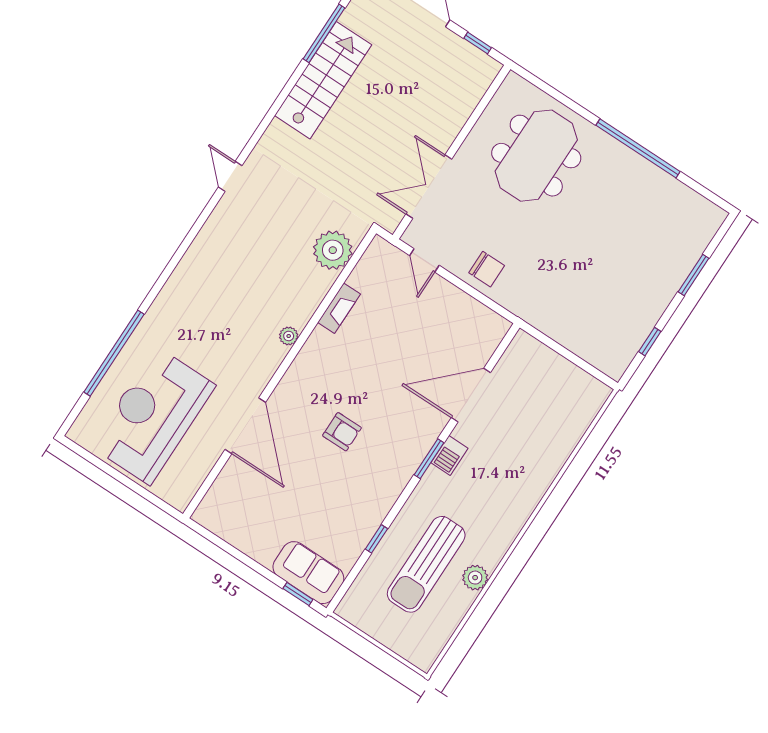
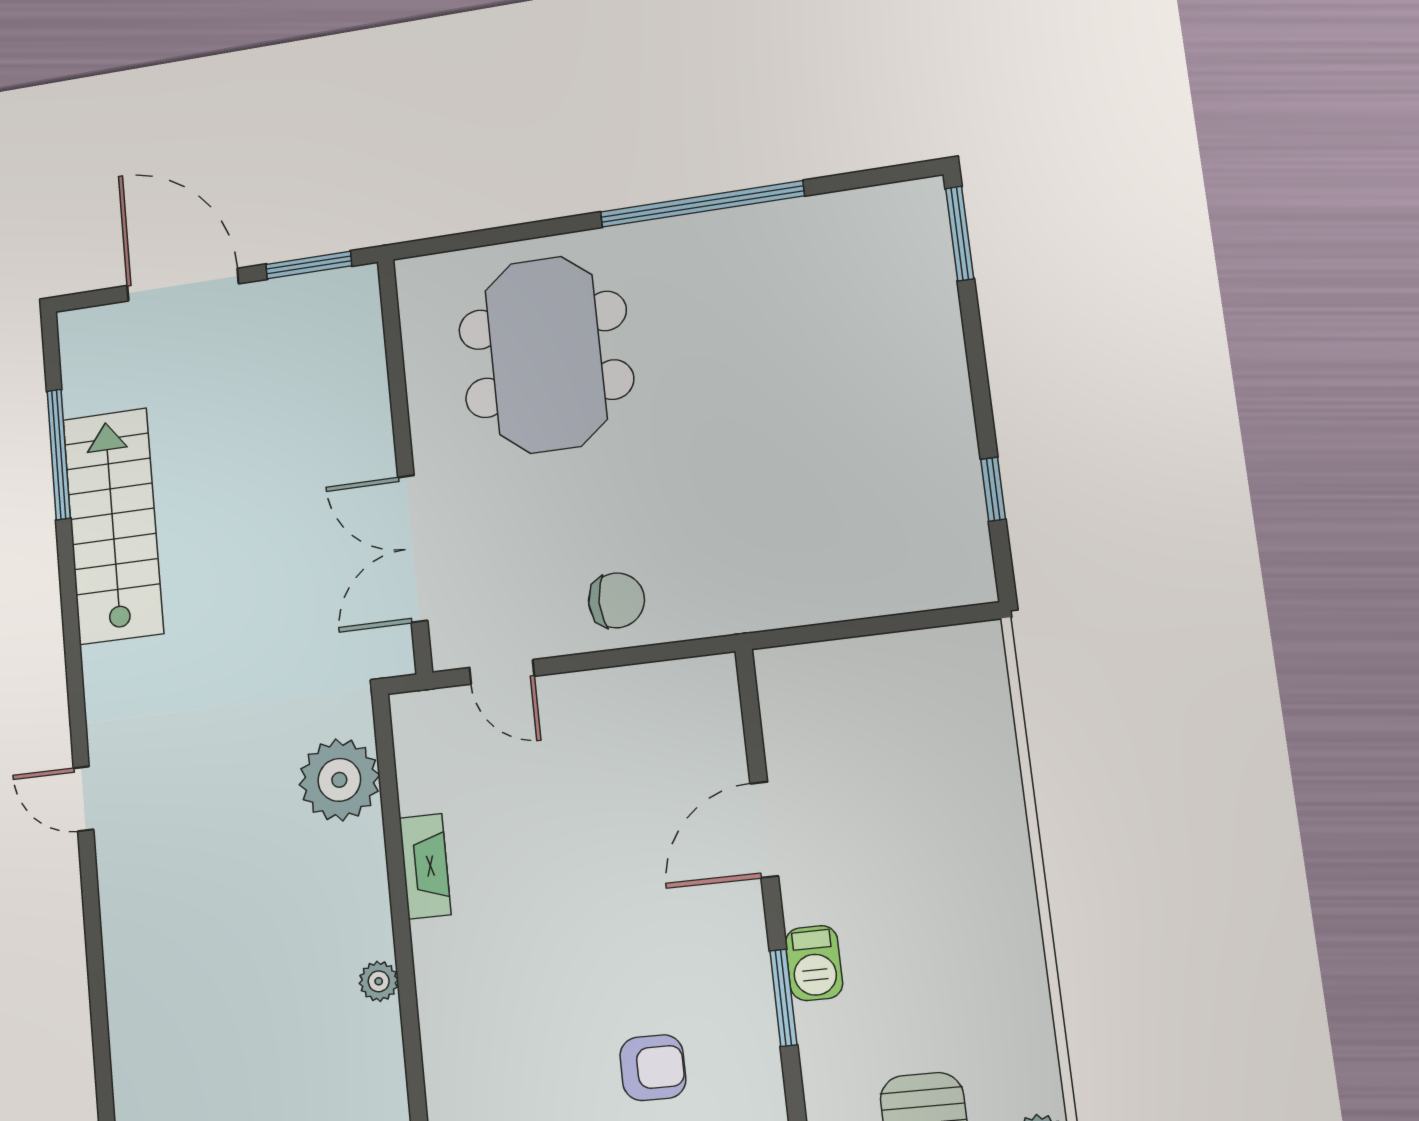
window: (478, 43) -> (309, 265), width x1.50
window: (694, 275) -> (960, 234), moved
door: (471, 395) -> (764, 830), width x0.73
armchair: (342, 432) -> (653, 1068), moved

